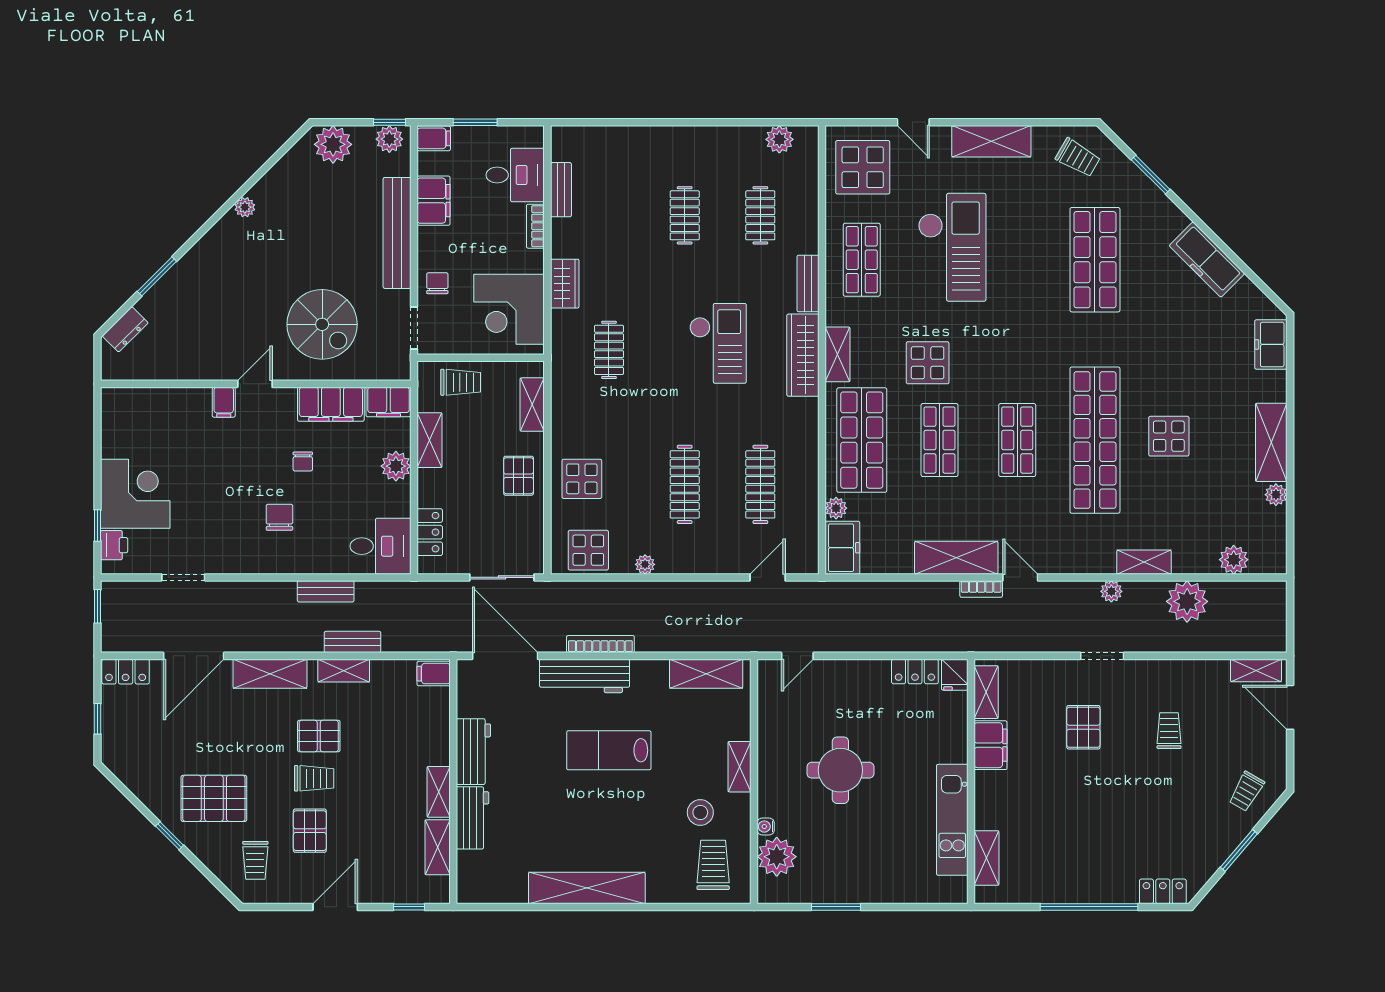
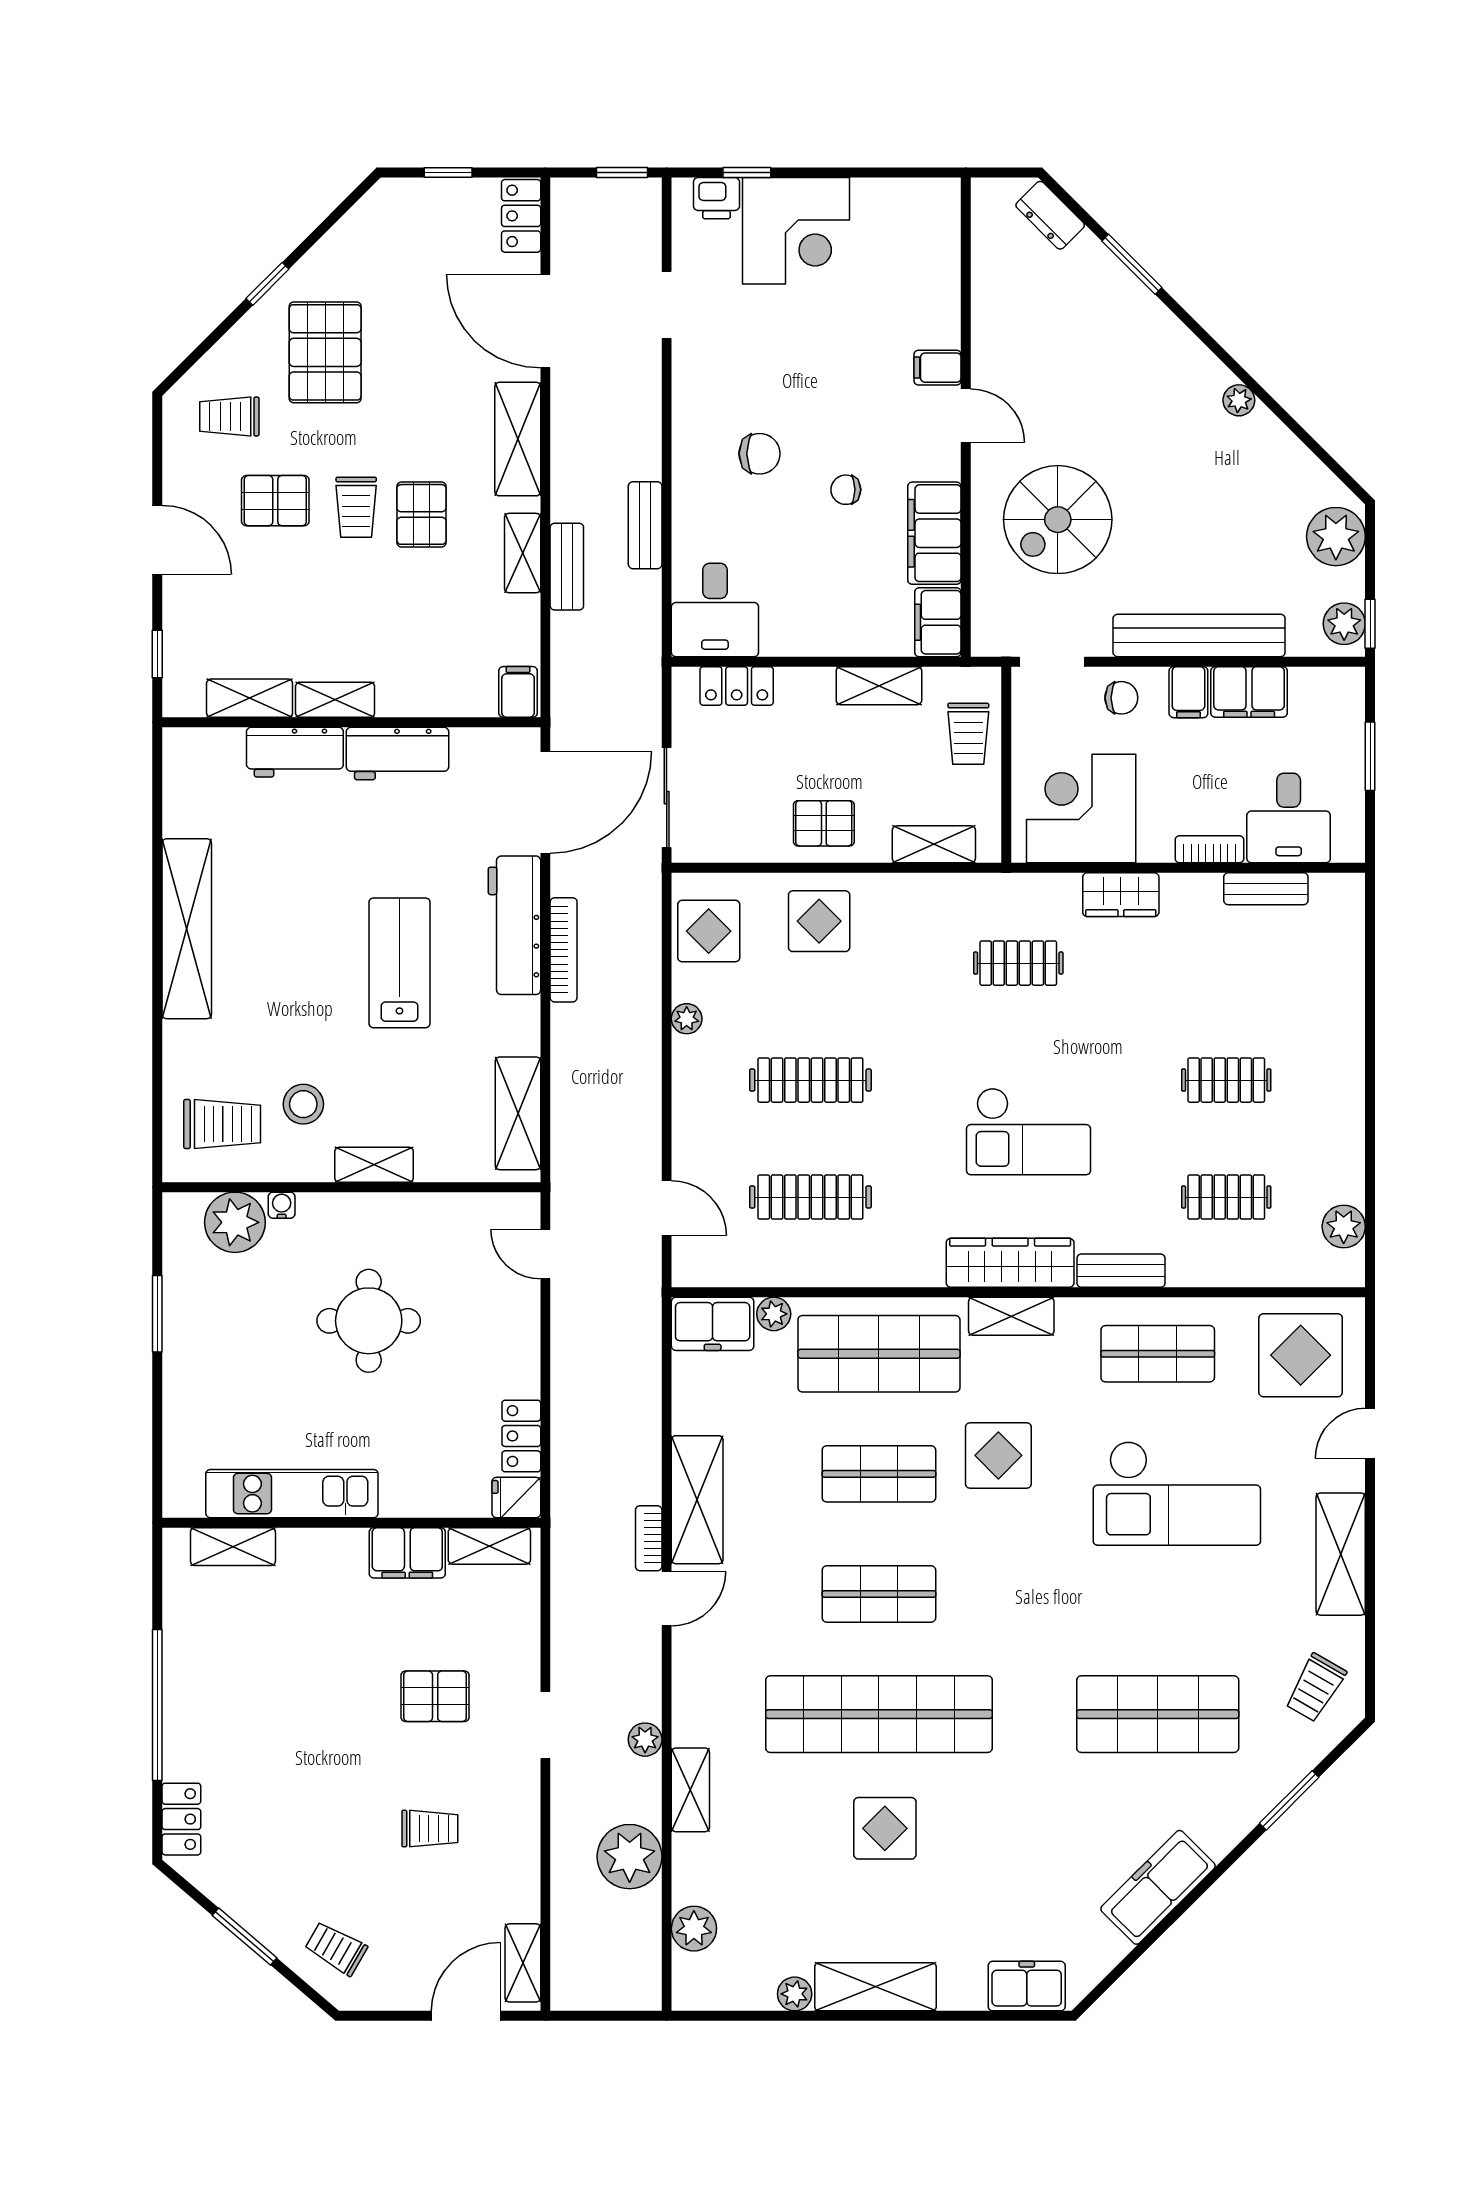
filing cabinet: (434, 138) -> (1188, 692), moved
plant: (396, 466) -> (839, 634), removed

